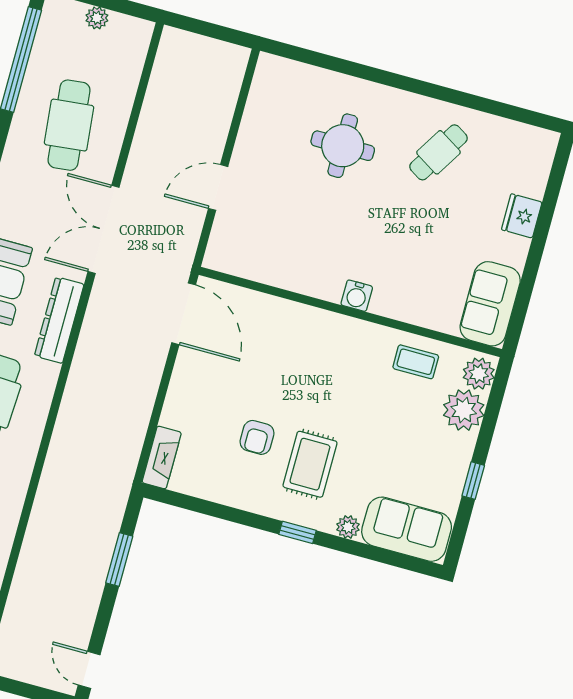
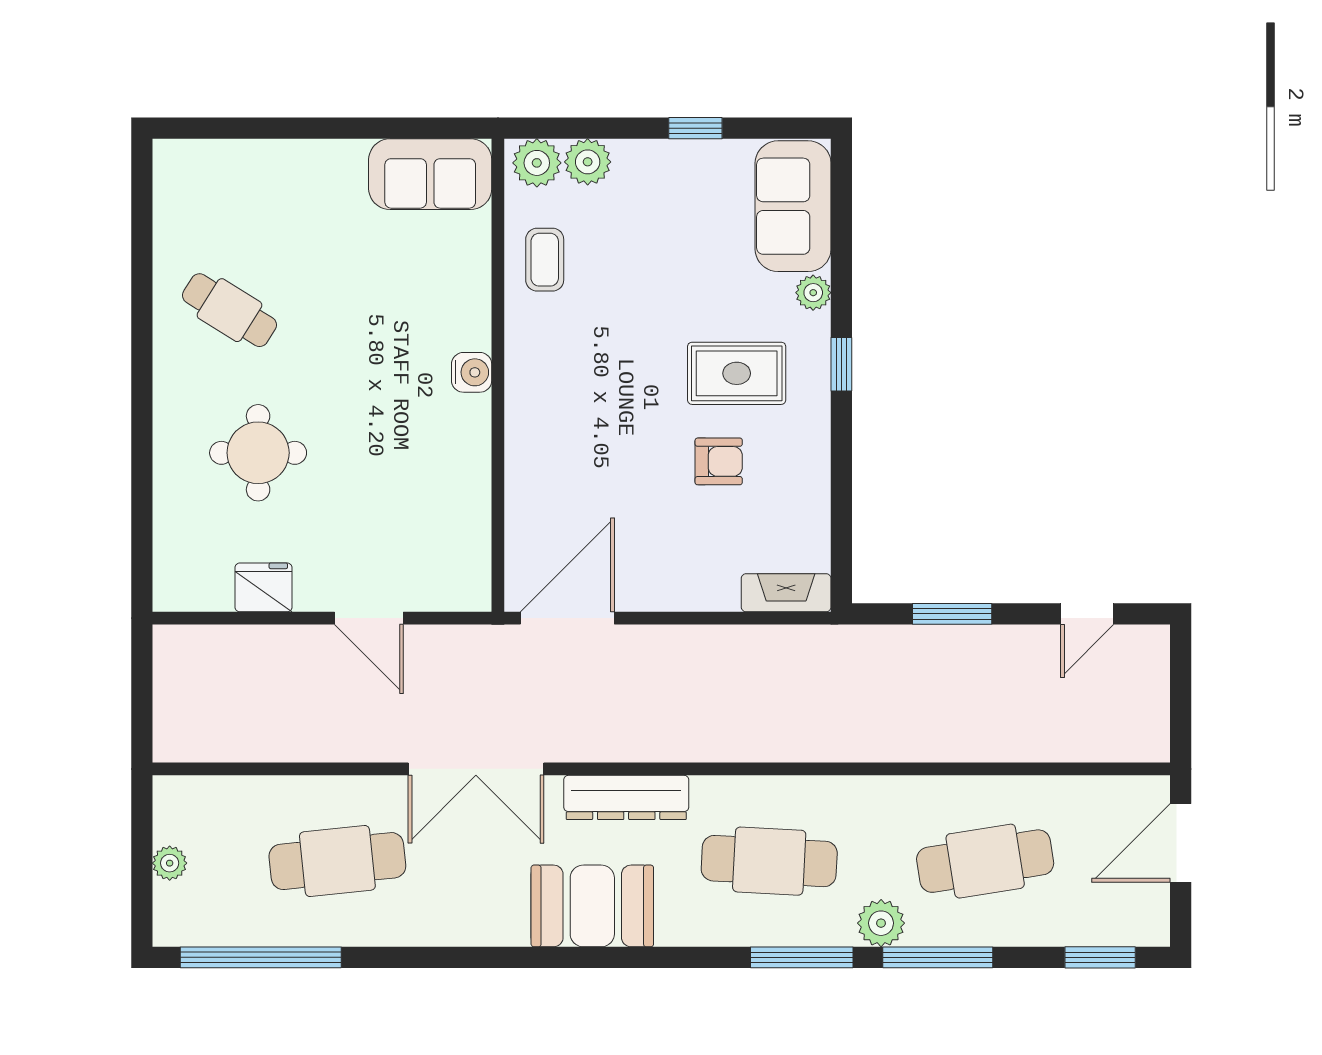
fridge: (522, 216) -> (264, 587), moved, turned 180
plant: (464, 410) -> (588, 162), width x0.73, depth x0.73
door: (89, 670) -> (1087, 614), moved

